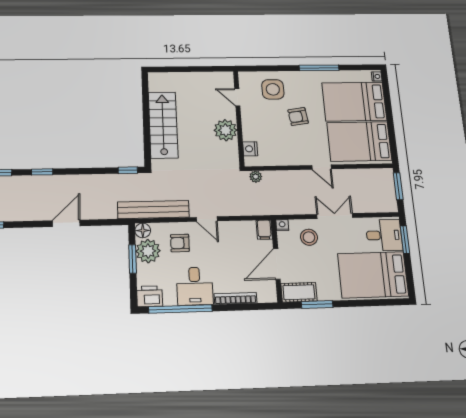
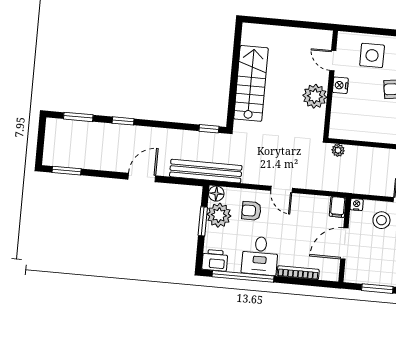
nightstand: (250, 149) -> (340, 85), moved
bench: (153, 210) -> (206, 171), moved
cot: (299, 292) -> (361, 274), removed

